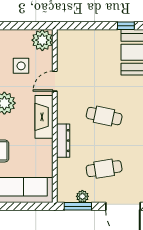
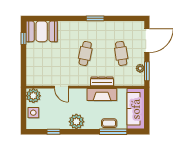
side table: (21, 66) -> (33, 113), moved
fireplace: (44, 117) -> (102, 94), moved

